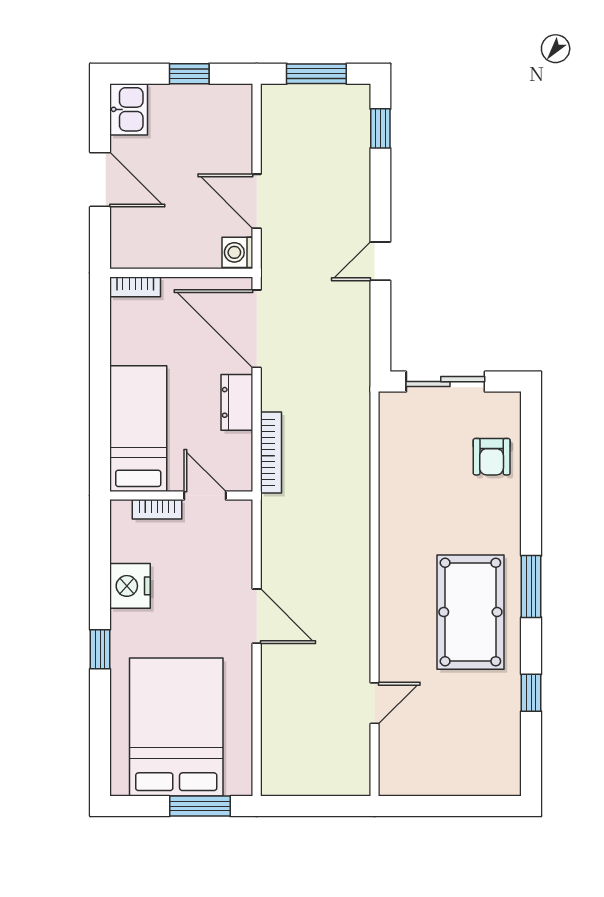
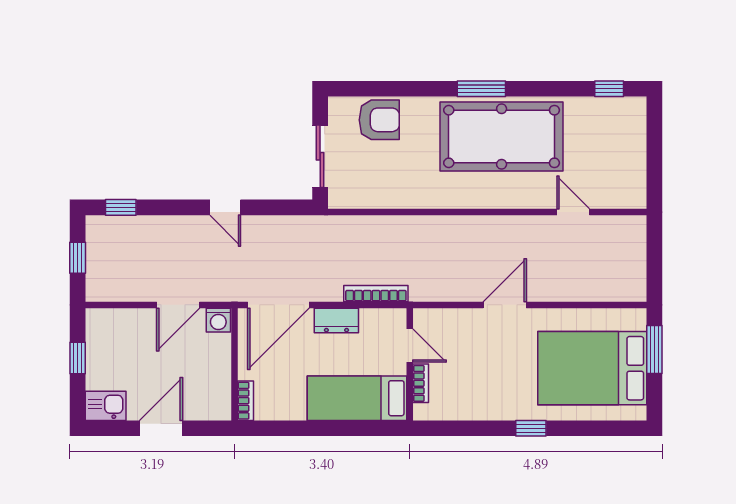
window: (316, 74) -> (78, 258), width x0.67
armchair: (492, 457) -> (379, 120), width x1.38, depth x1.38
door: (205, 496) -> (410, 346), swing flipped
nightstand: (130, 586) -> (481, 405), removed
pool table: (470, 612) -> (502, 137), width x1.36, depth x1.32
window: (531, 693) -> (609, 89), moved

